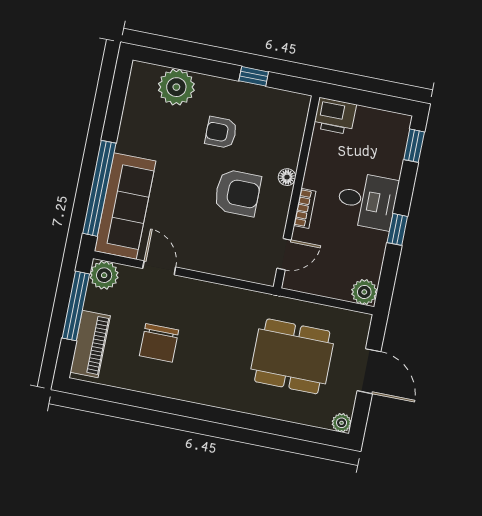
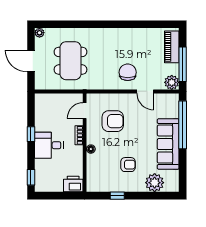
armchair: (237, 193) -> (113, 121), moved, turned 180
sofa: (125, 206) -> (168, 144), moved
plant: (364, 292) -> (41, 100), removed
chair: (159, 343) -> (128, 72), moved
dining table: (292, 356) -> (70, 61), turned 90

